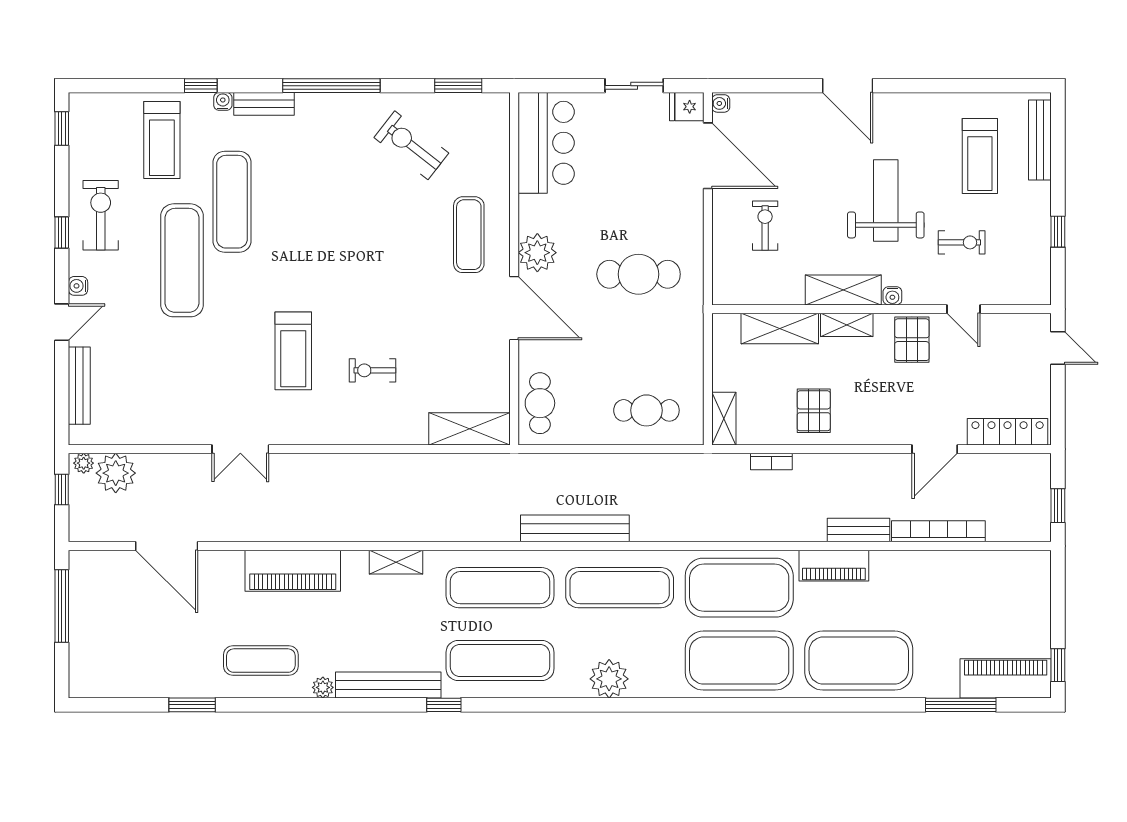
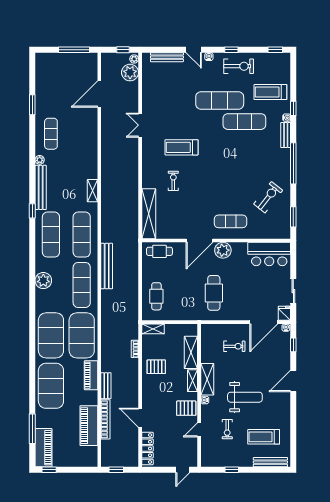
window: (762, 86) -> (293, 345), added
shelving: (469, 429) -> (149, 214), width x1.47
piano: (293, 571) -> (89, 426), moved

